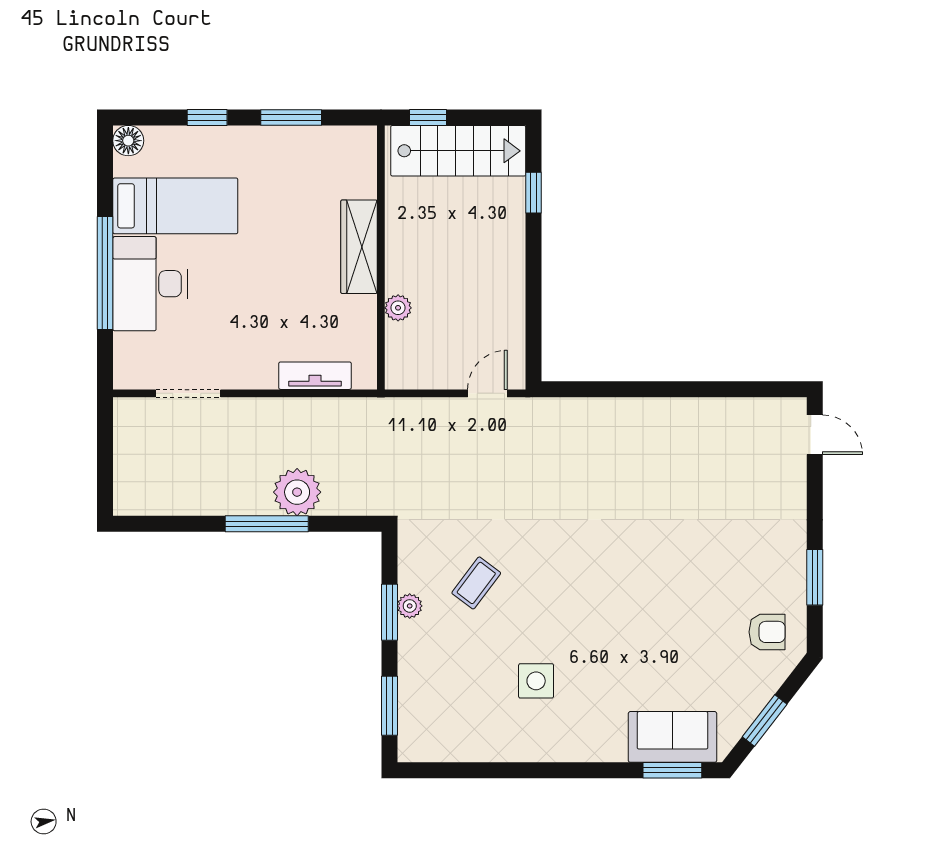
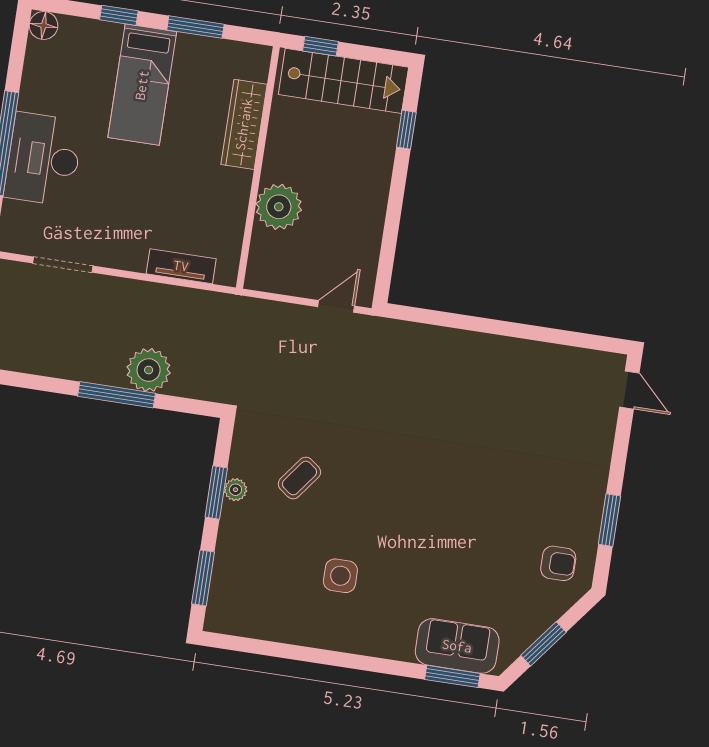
bed: (175, 206) -> (142, 85), moved, turned 90
wardrobe: (359, 247) -> (244, 124), moved
plant: (398, 308) -> (279, 207), width x1.87, depth x1.87

